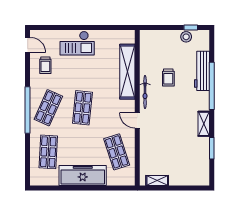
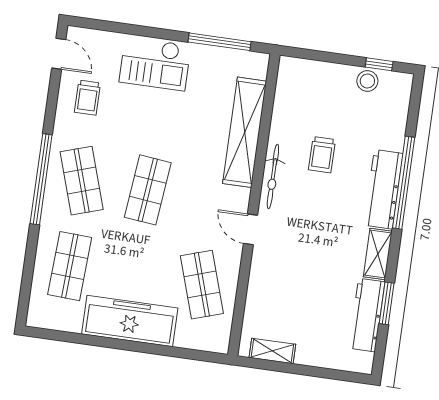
window: (108, 27) -> (219, 42), added
workbench: (202, 71) -> (383, 189), moved
shop shelf: (48, 108) -> (82, 181), turned -42
workbench: (203, 156) -> (367, 315), added

